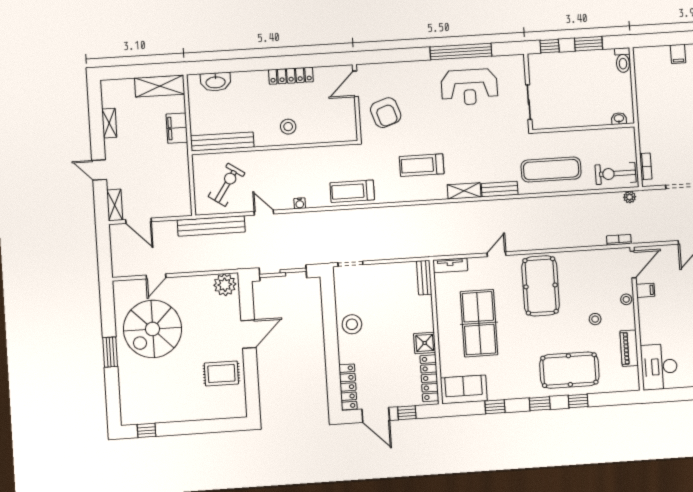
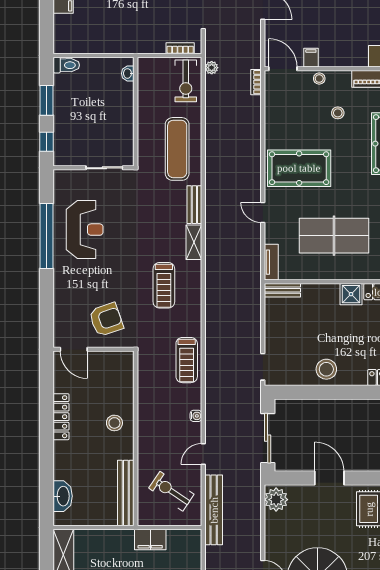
filing cabinet: (177, 128) -> (150, 540), moved

